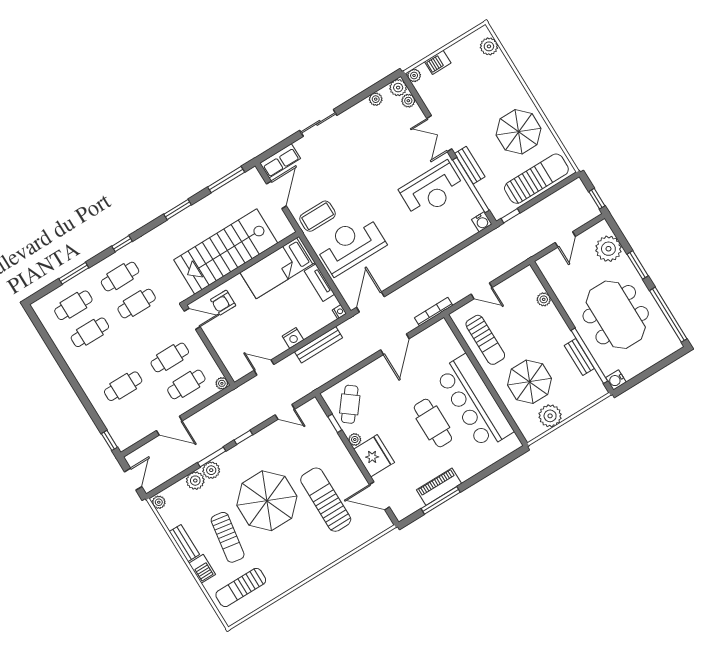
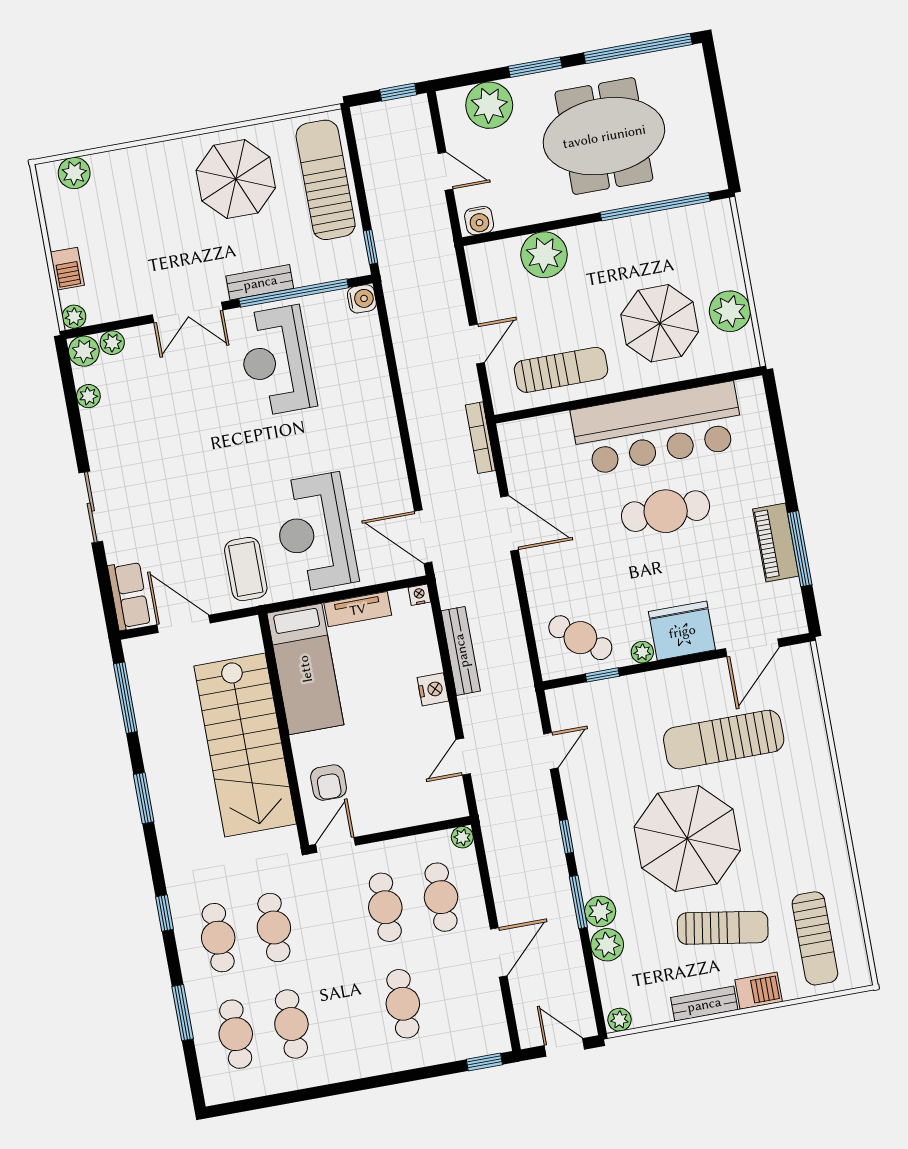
reception desk: (432, 190) -> (276, 361), turned 180
plant: (544, 299) -> (544, 255), width x1.88, depth x1.88
bench: (579, 357) -> (651, 224), removed
water cooler: (616, 380) -> (479, 221), moved

